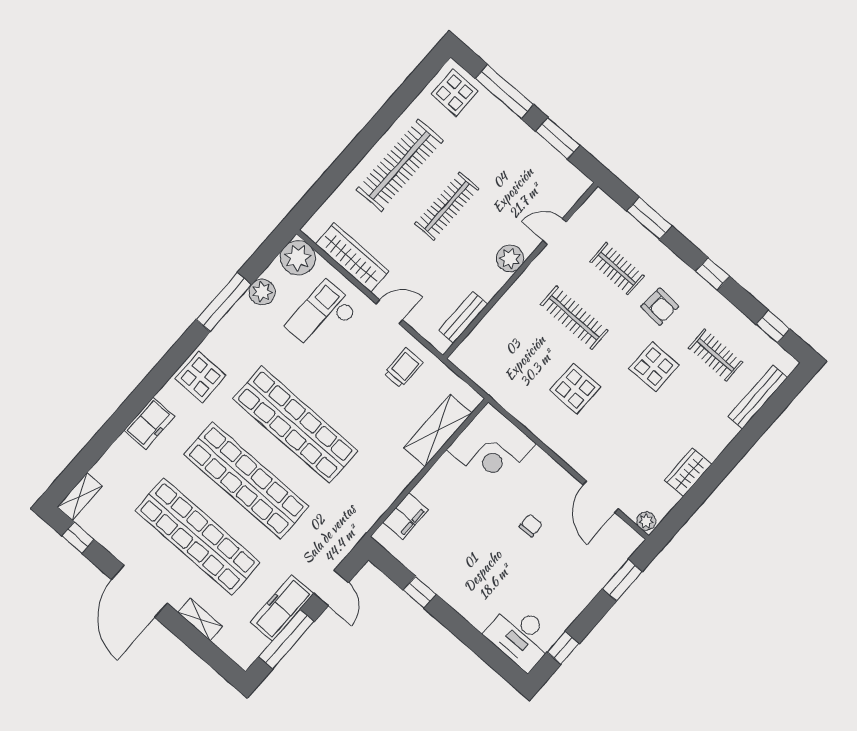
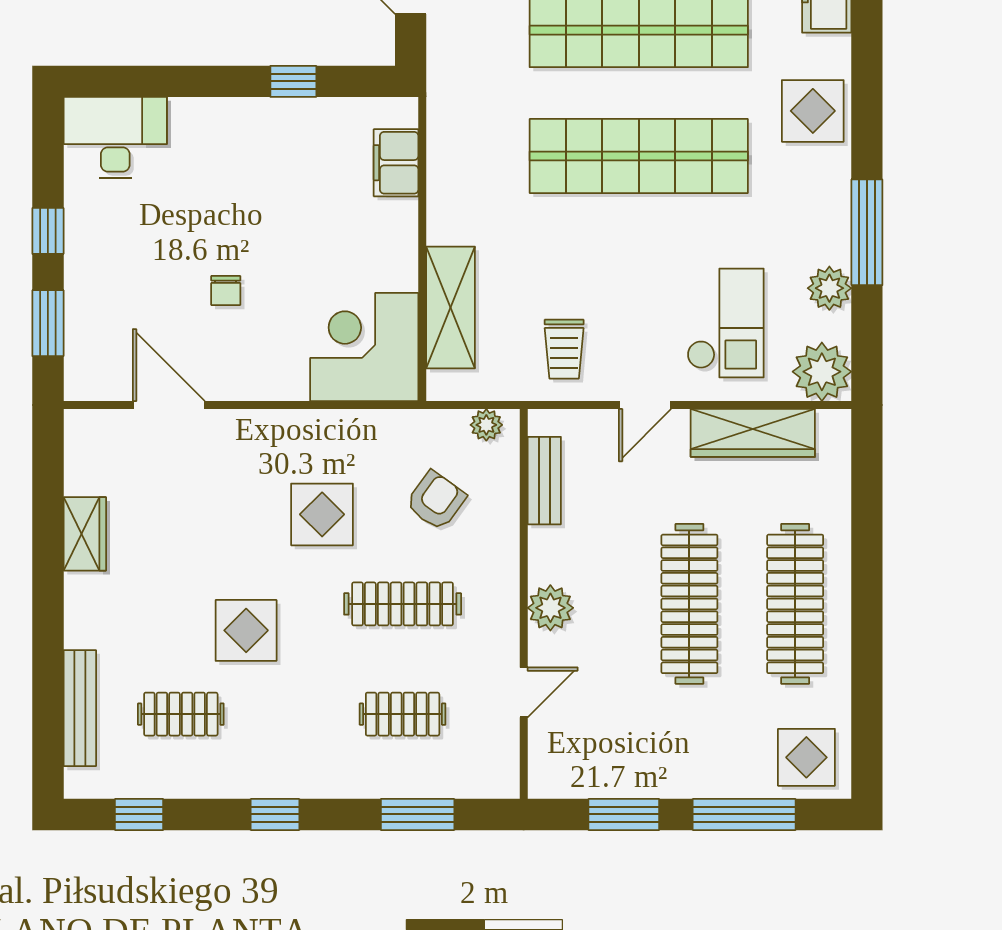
clothes rail: (447, 206) -> (689, 604), width x1.37, depth x1.31
armchair: (660, 307) -> (436, 501), moved, turned 122
plant: (646, 521) -> (486, 425), moved
window: (563, 648) -> (48, 231), moved

